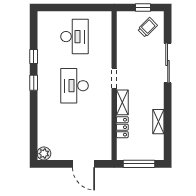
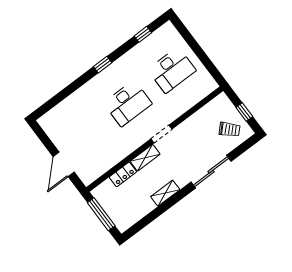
window: (34, 57) -> (143, 34), moved
desk: (74, 86) -> (128, 103), turned 180
shelving: (158, 122) -> (165, 193), moved
plant: (44, 154) -> (46, 122), removed

